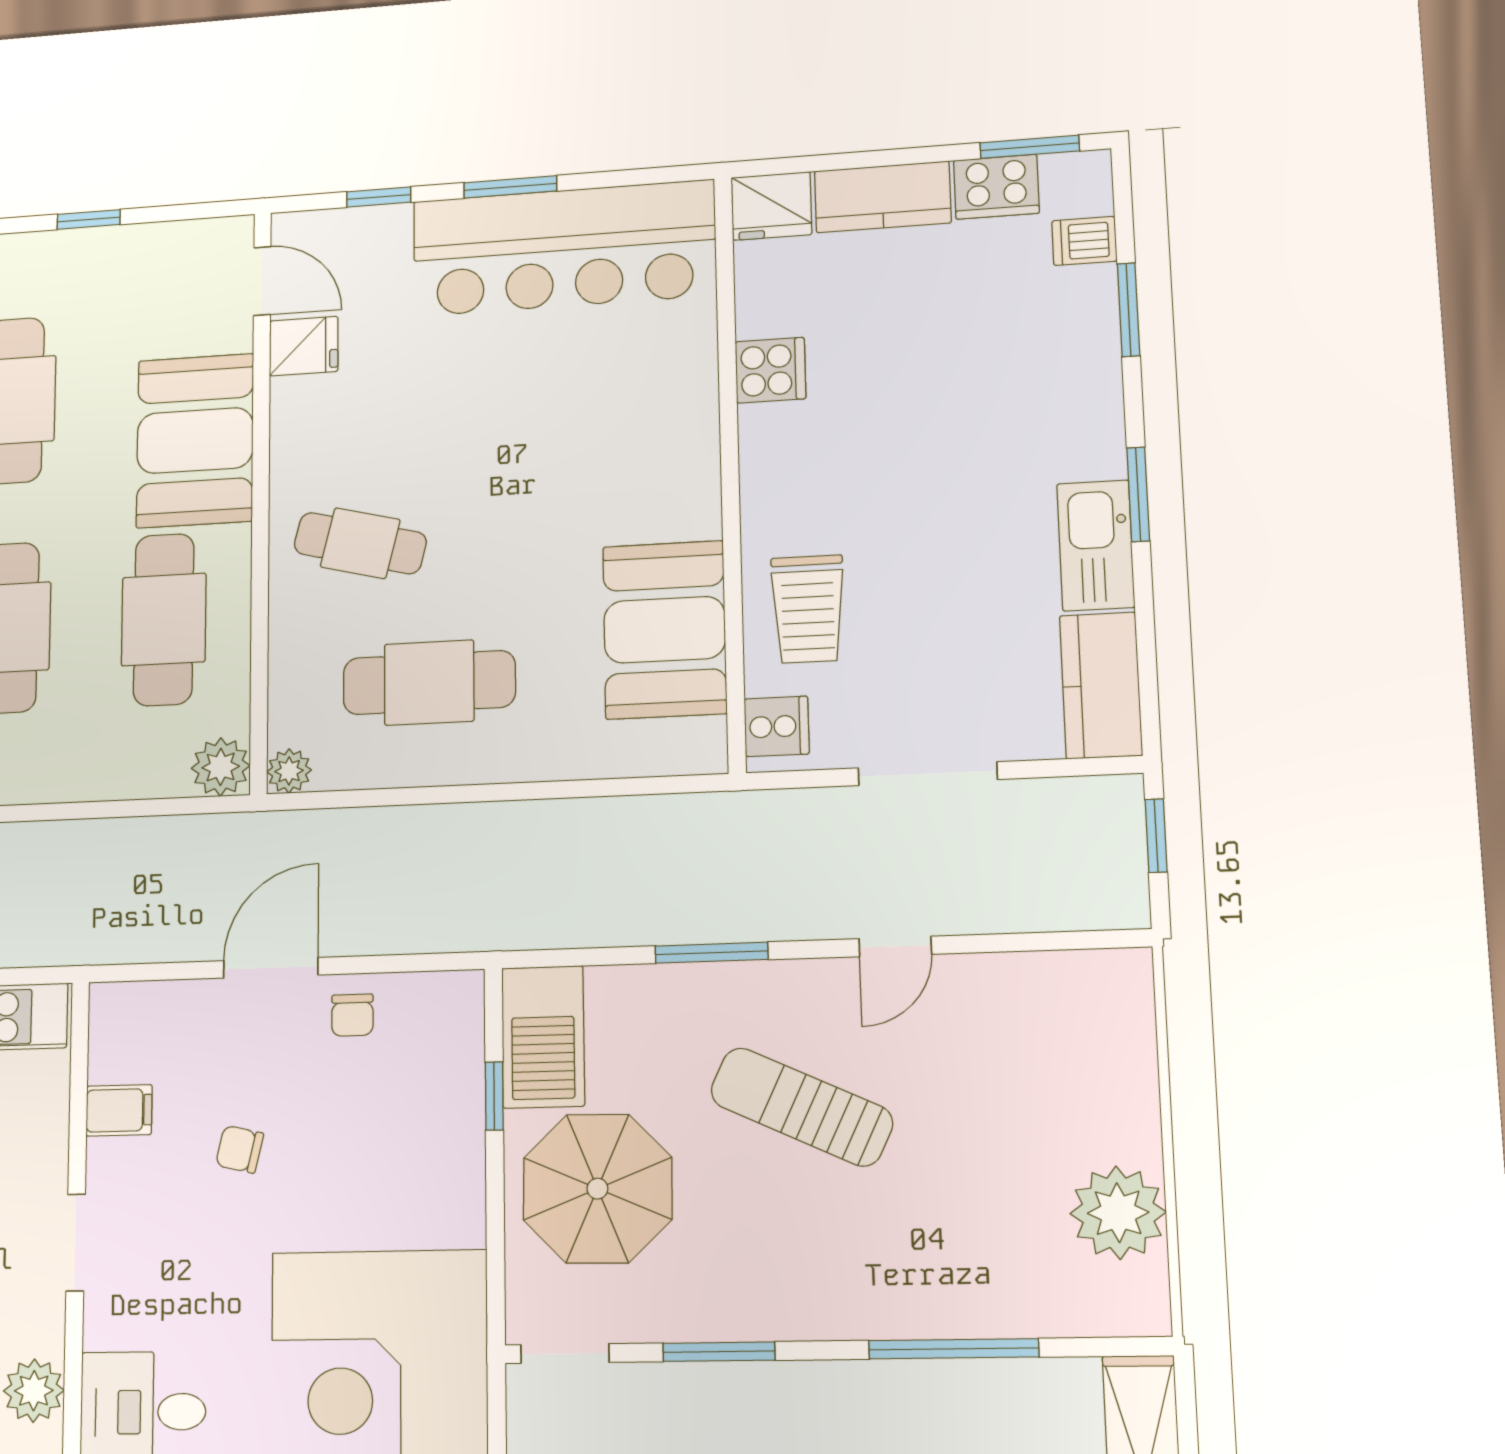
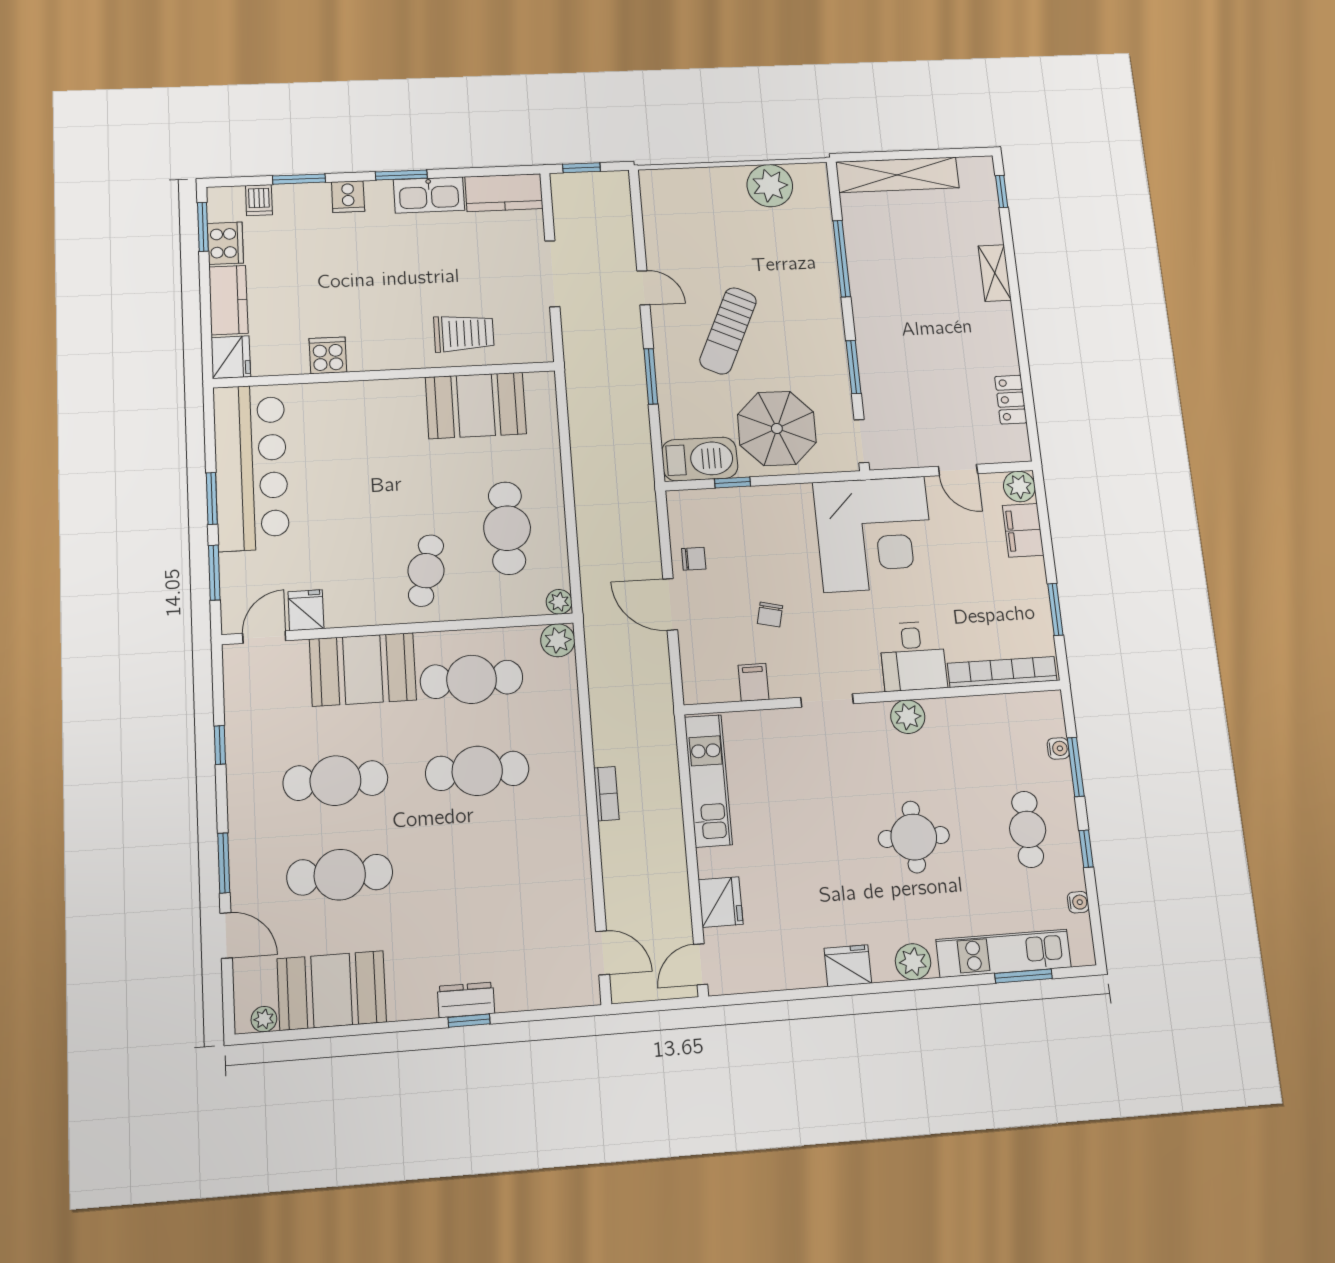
window: (379, 197) -> (214, 573), width x1.50
cooker: (777, 726) -> (348, 197), moved, turned 180

